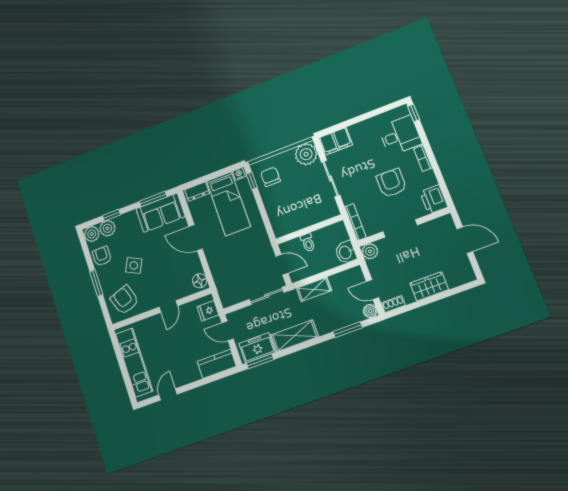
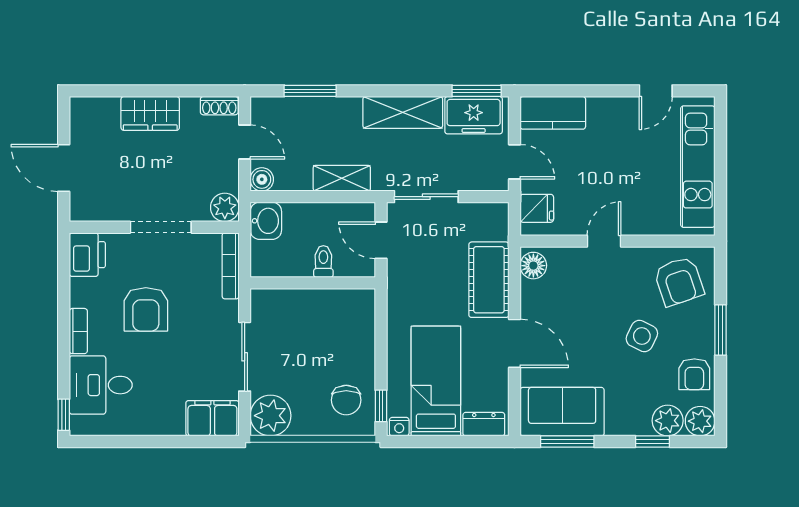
cot: (220, 265) -> (489, 280), added
boiler: (370, 311) -> (262, 179), moved

